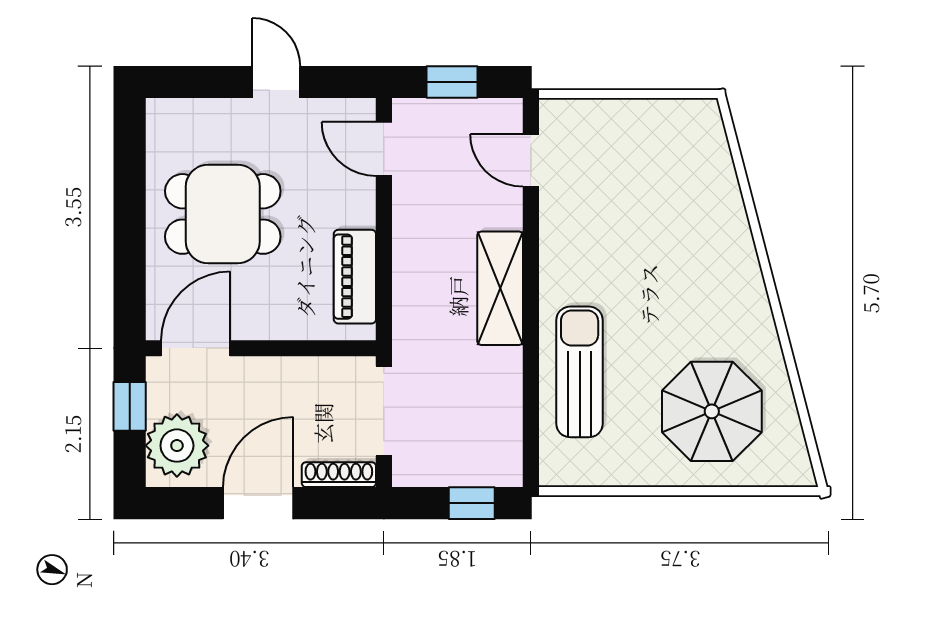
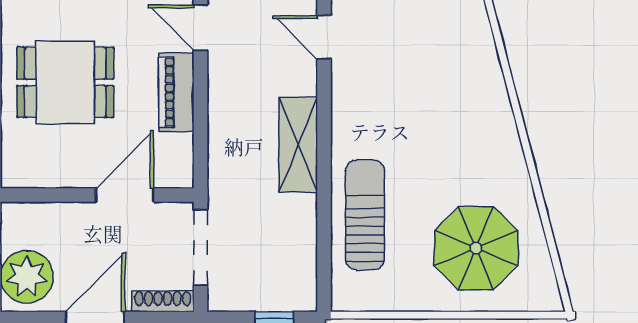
piano: (355, 277) -> (176, 92), moved
door: (196, 348) -> (125, 195), moved

